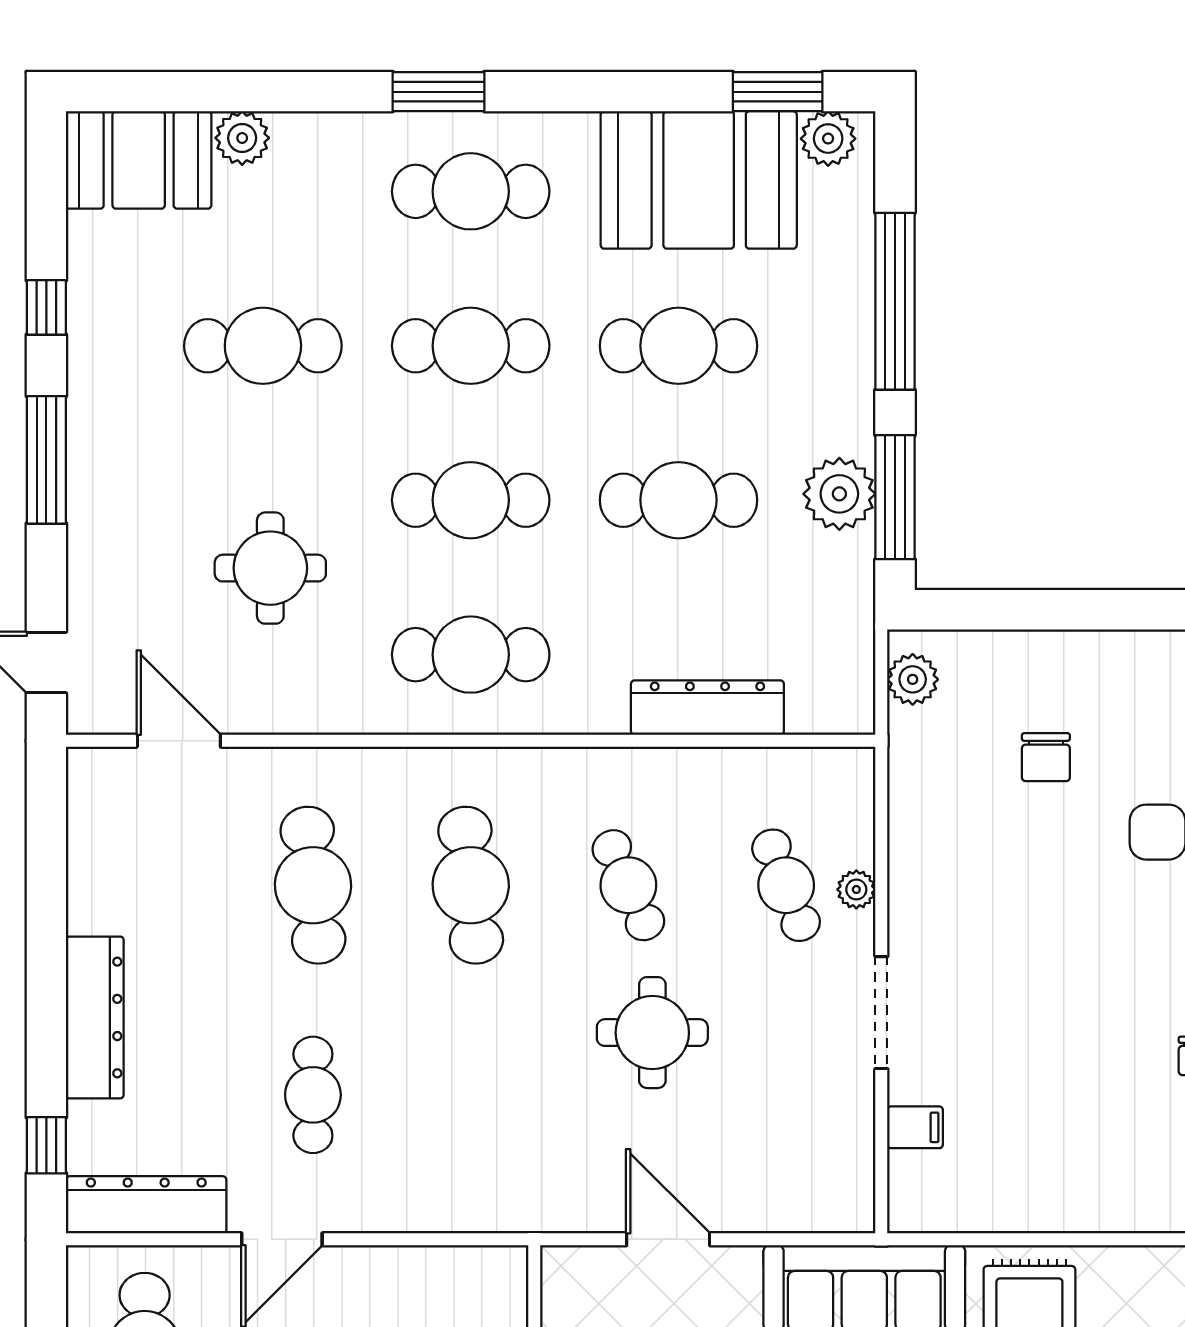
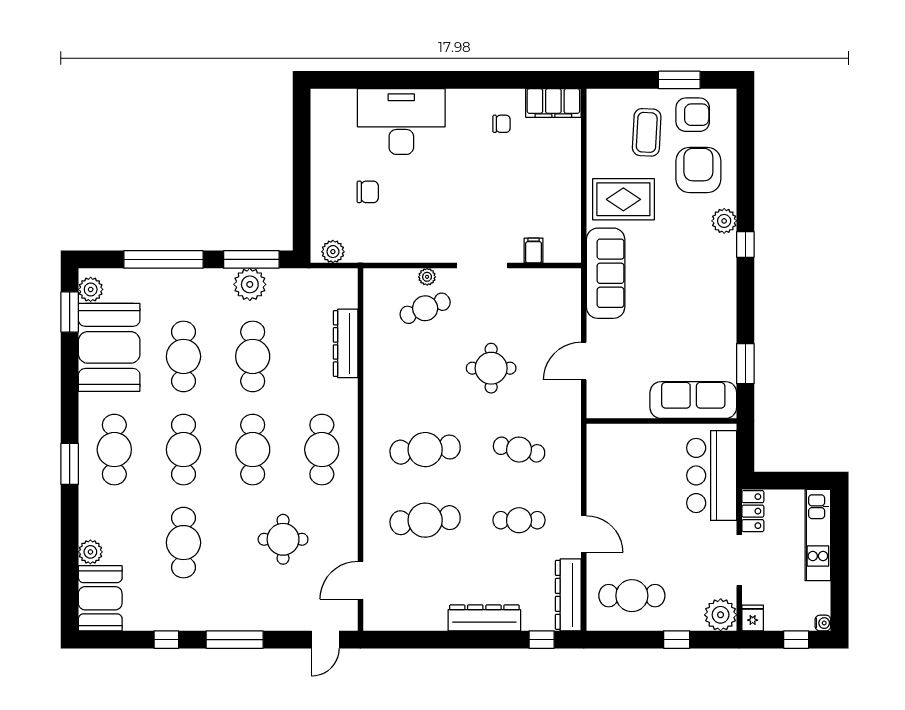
cafe table: (628, 885) -> (519, 450), moved, turned 36

